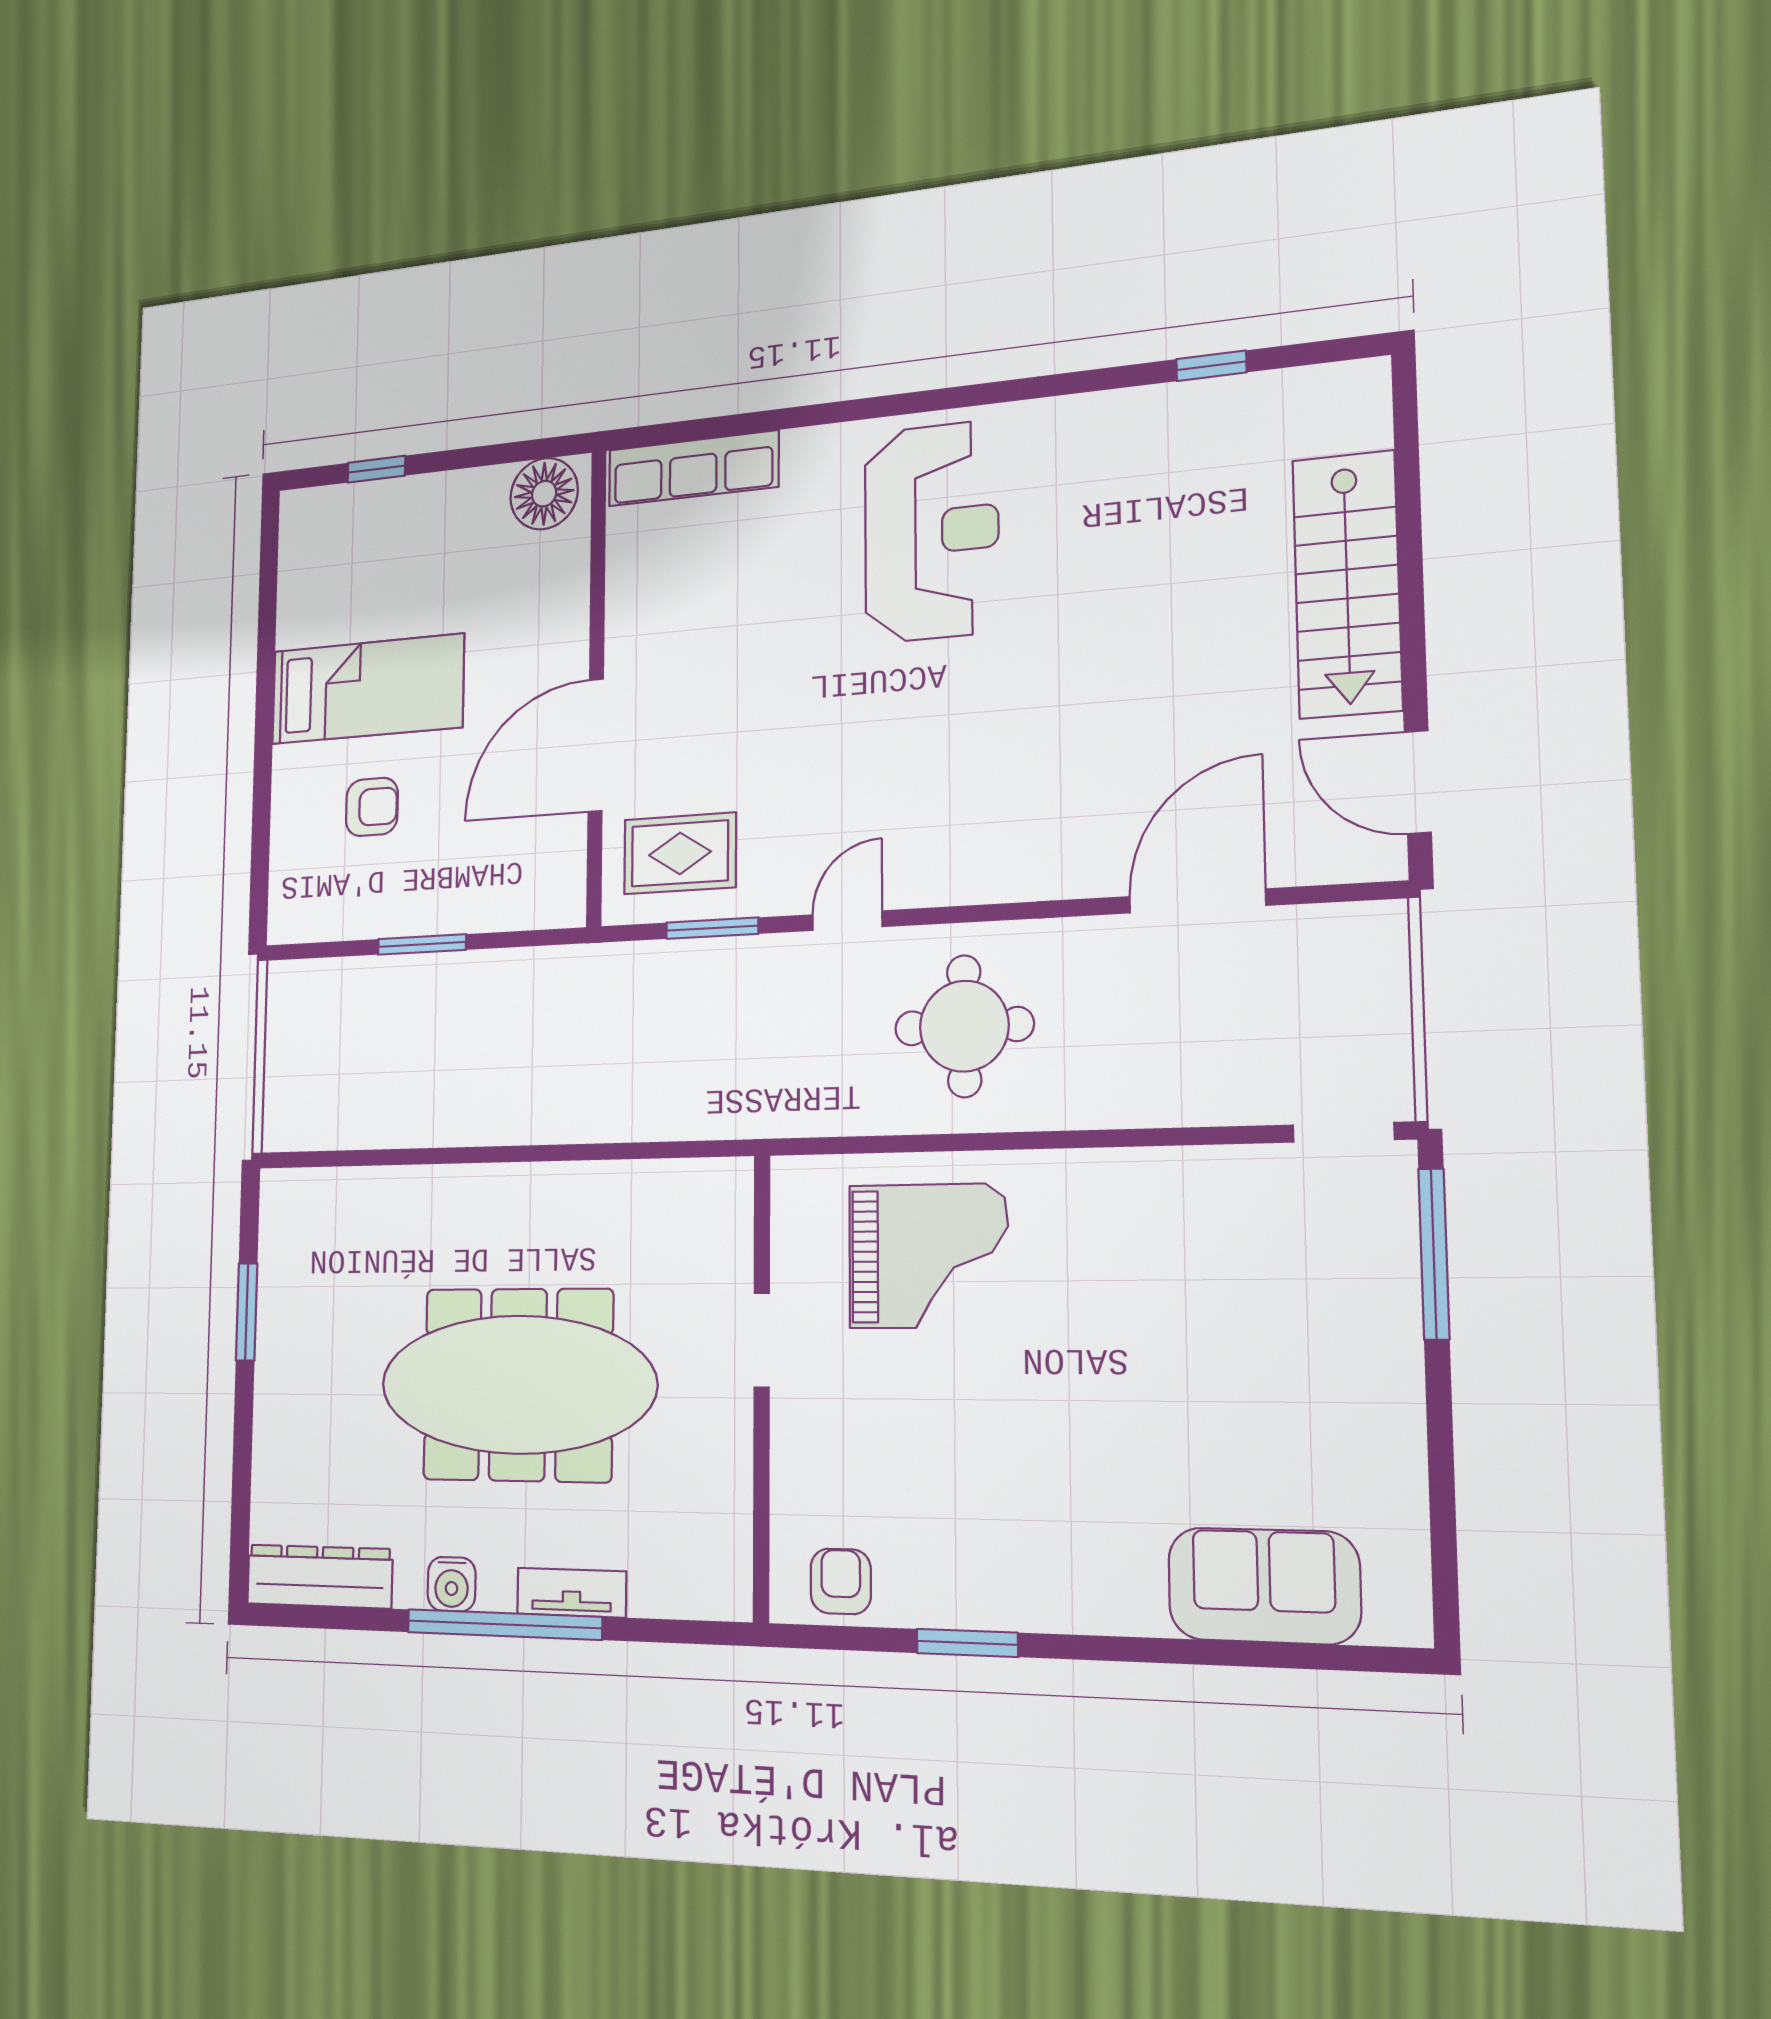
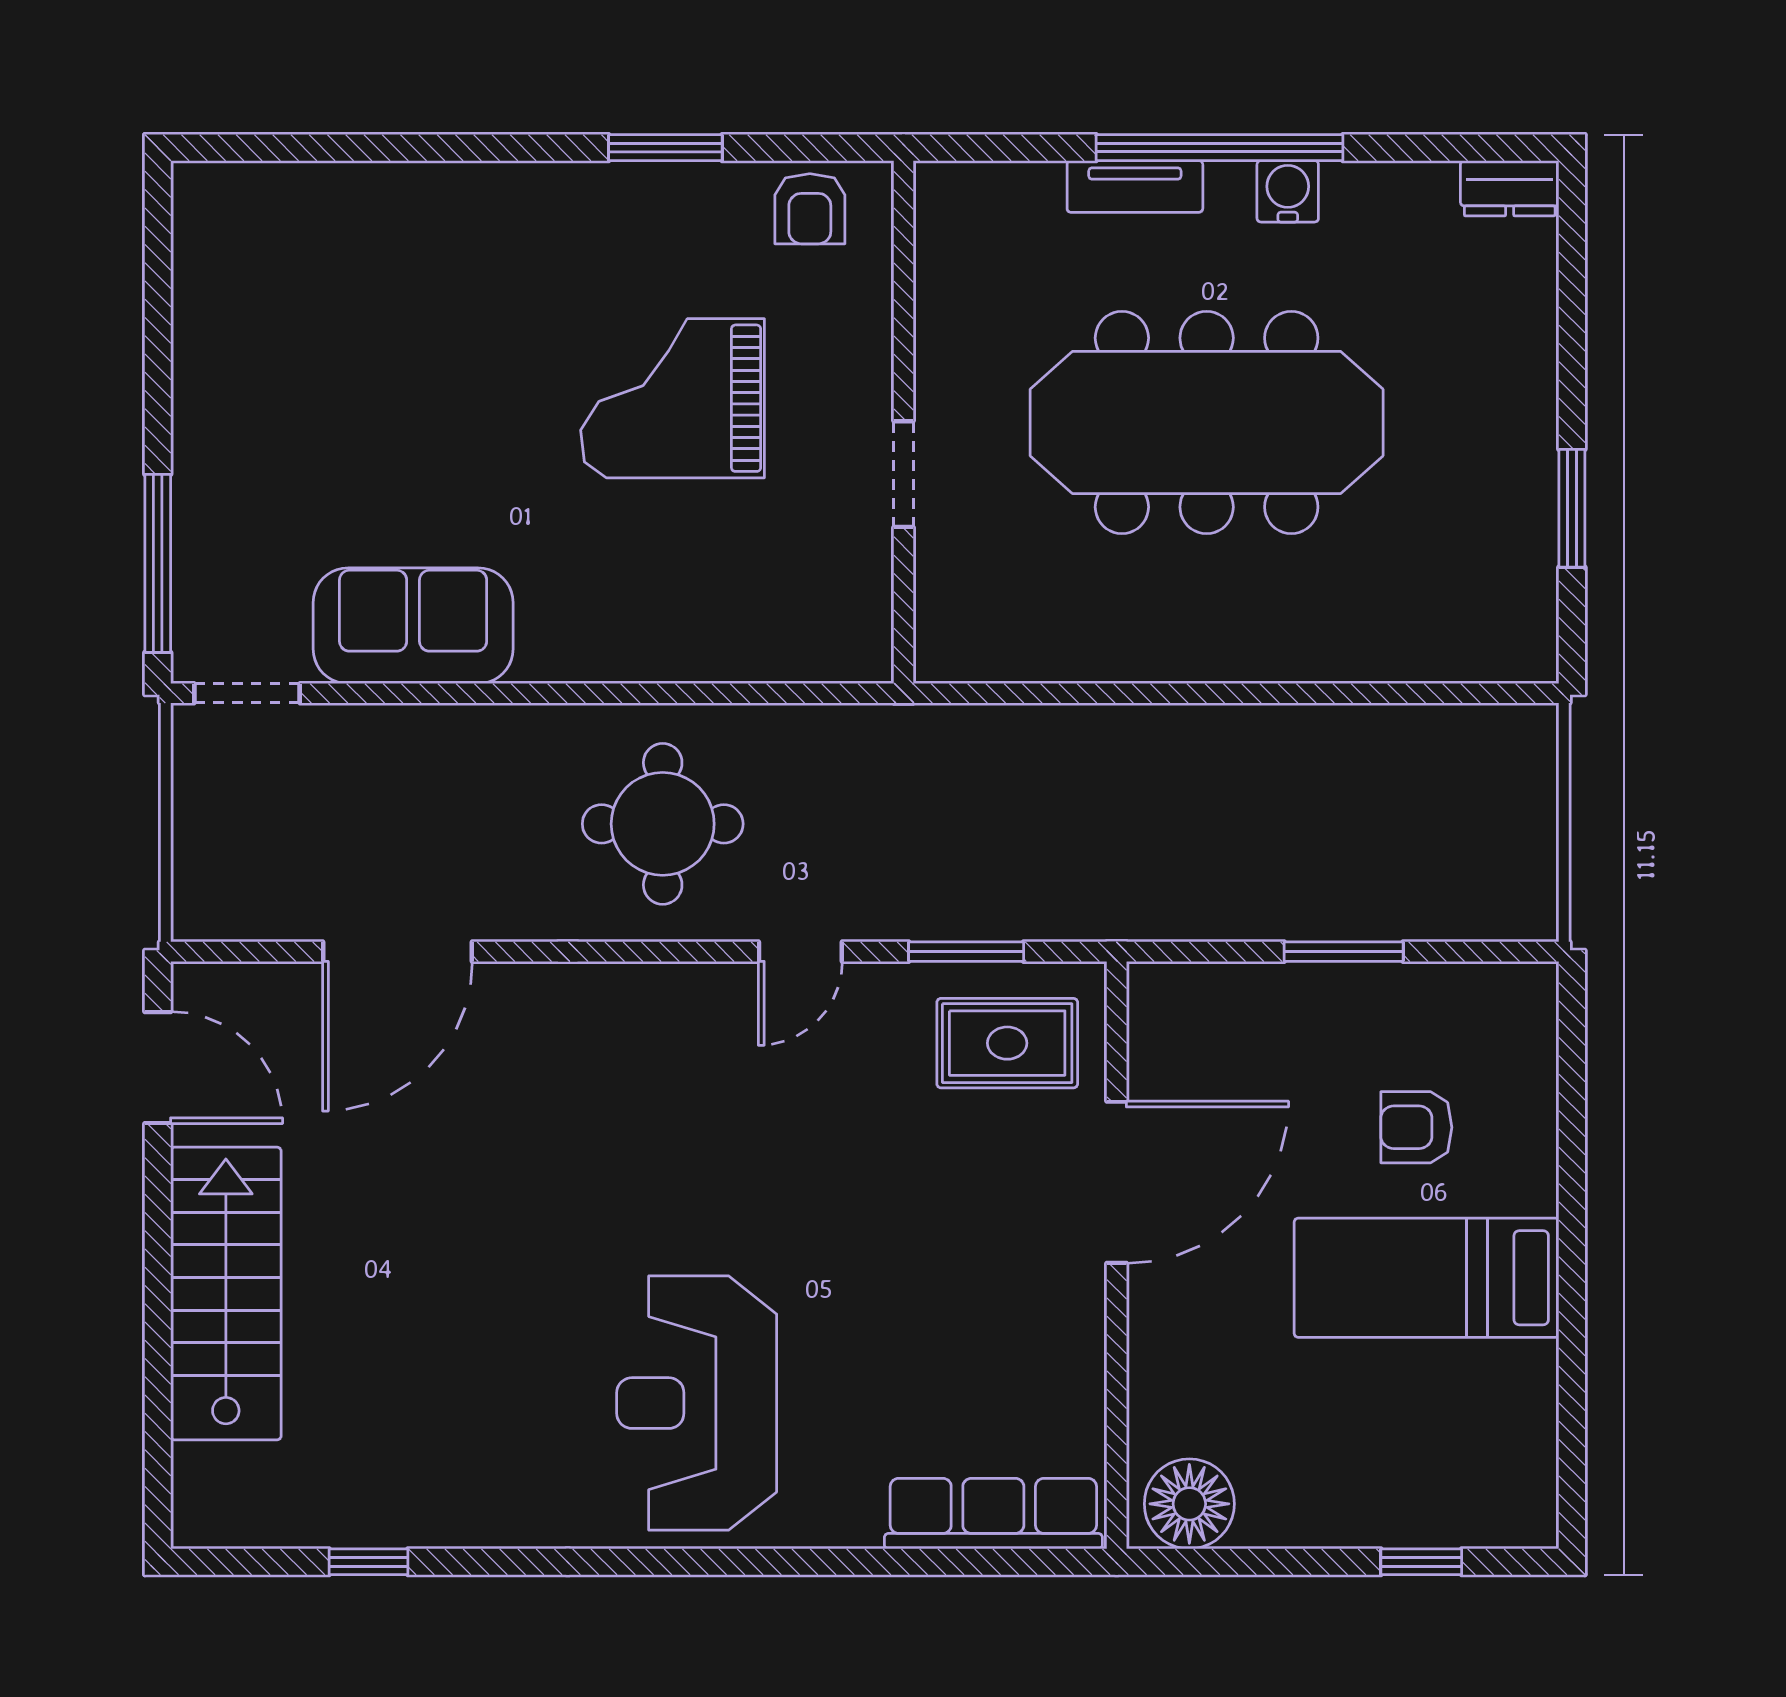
grand piano: (928, 1256) -> (672, 398), moved
dresser: (319, 1576) -> (1510, 188), width x0.51, depth x0.80
sofa: (1264, 1586) -> (413, 626), moved, turned 180

